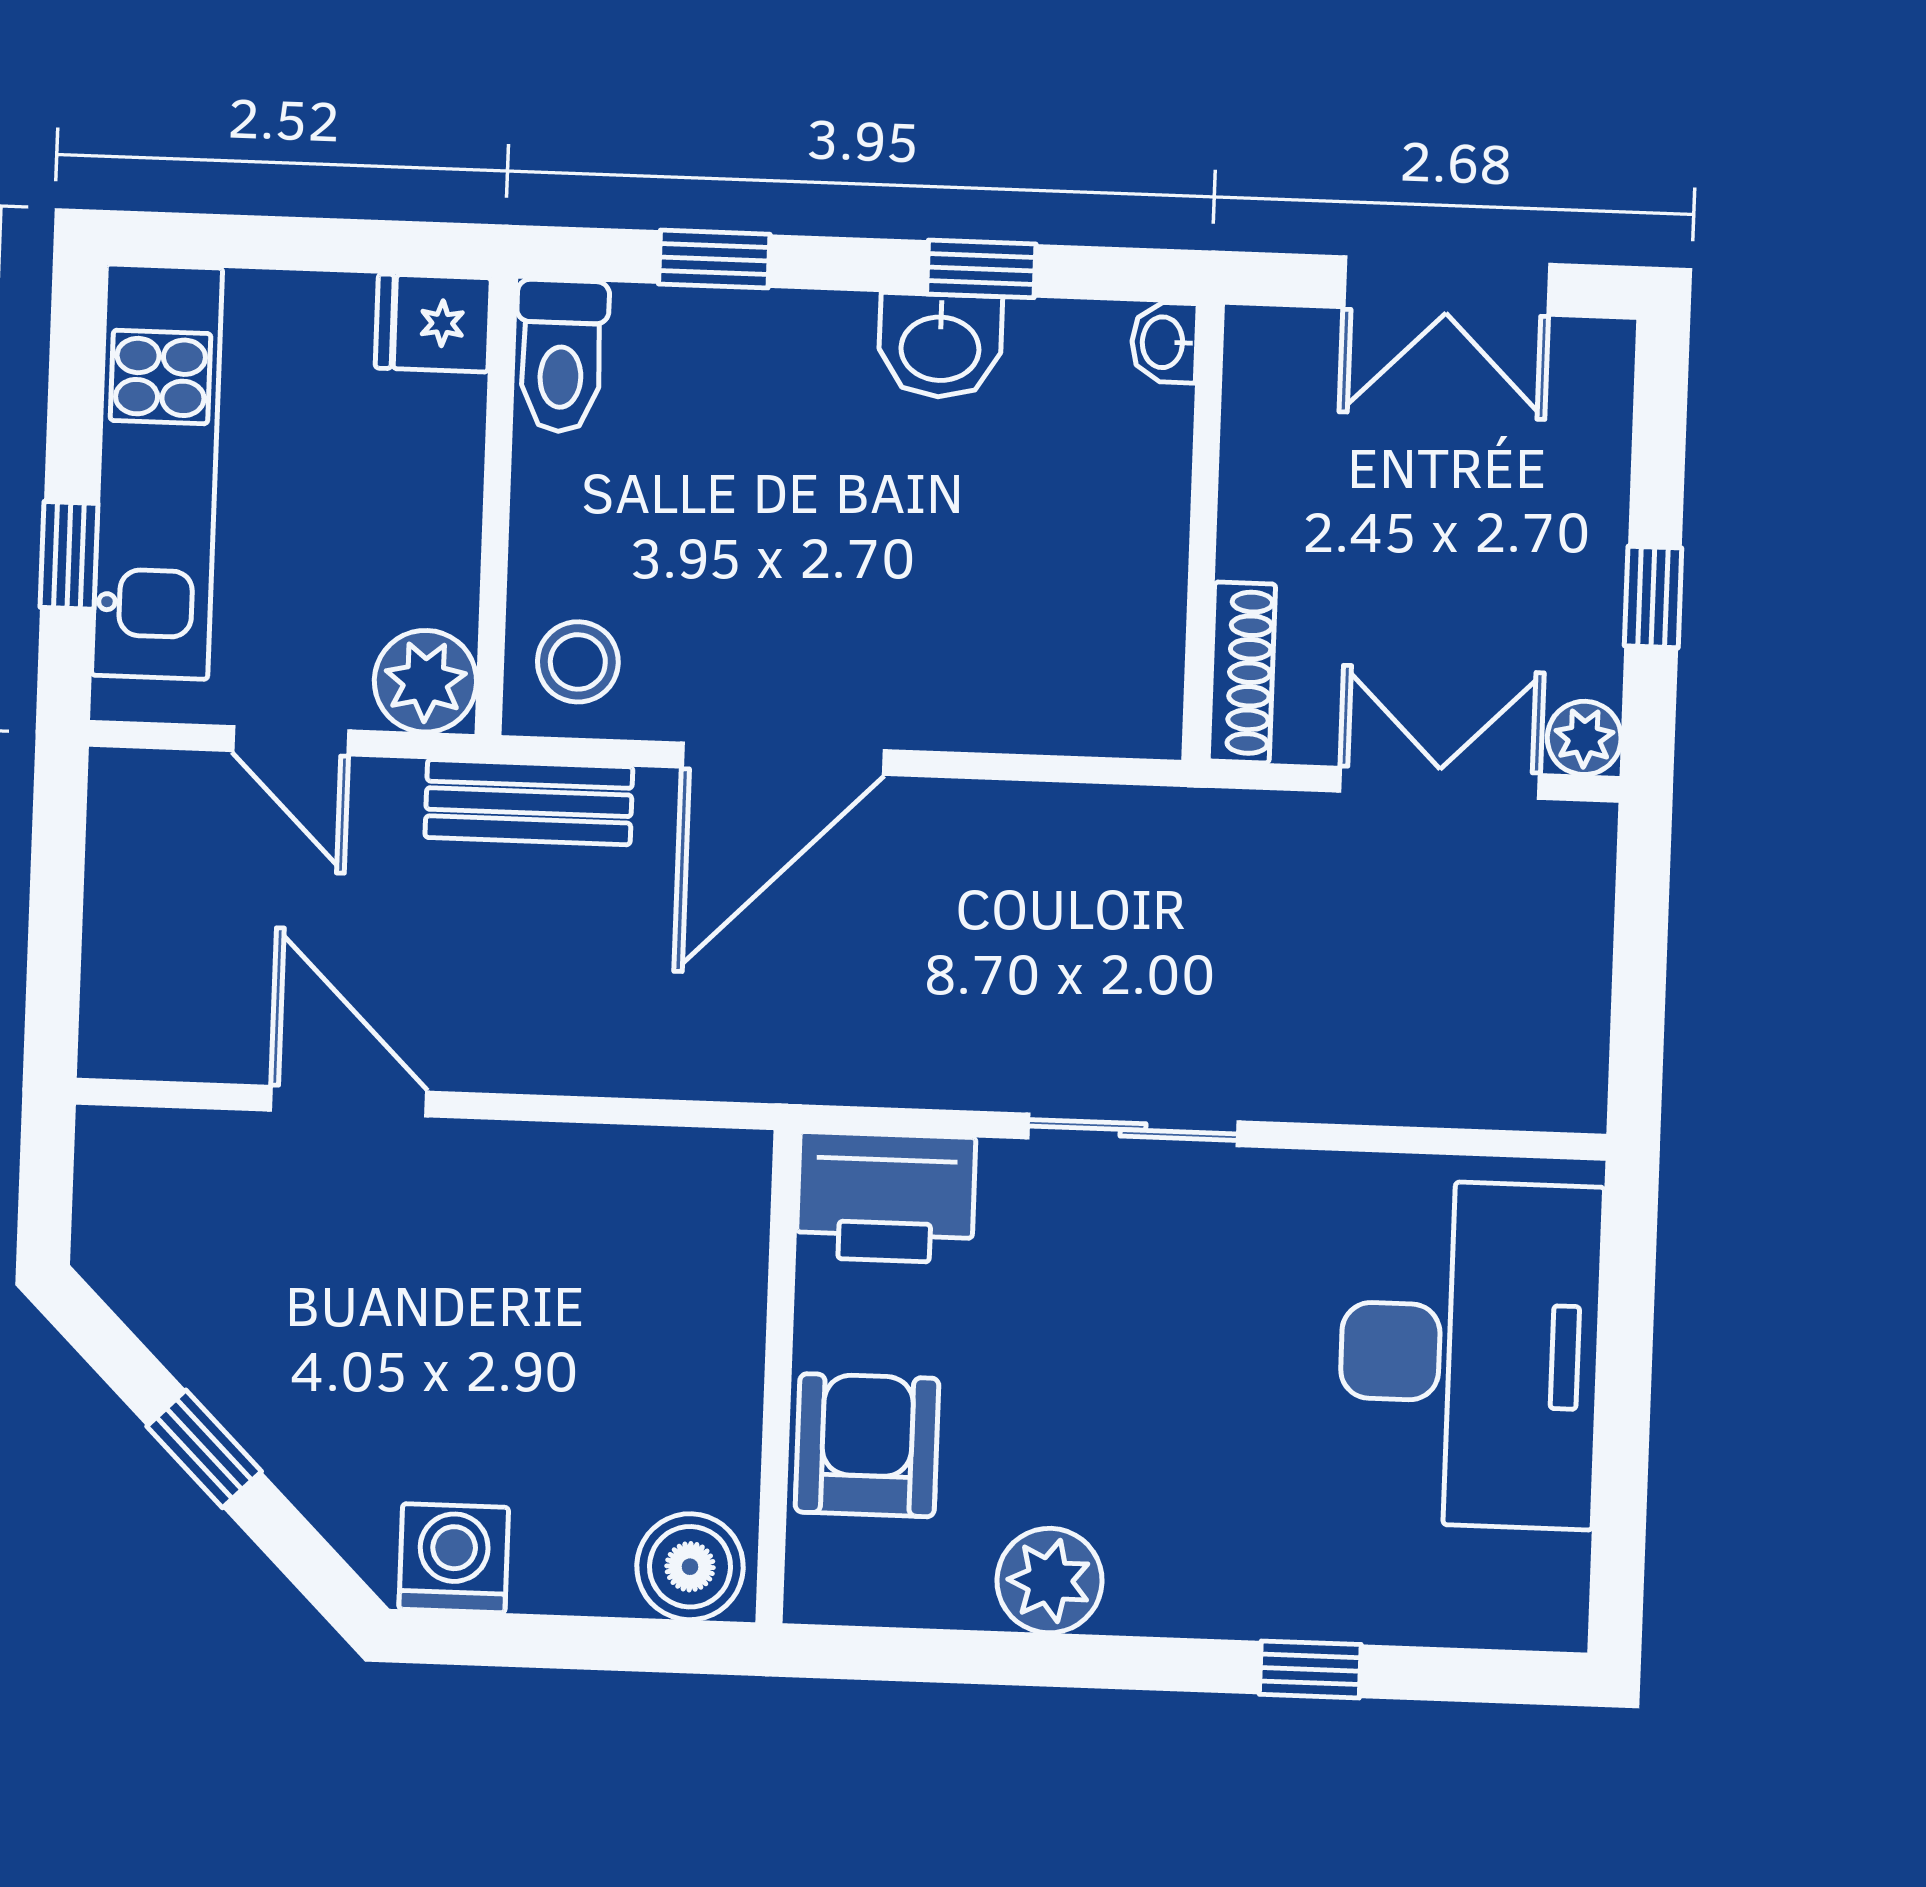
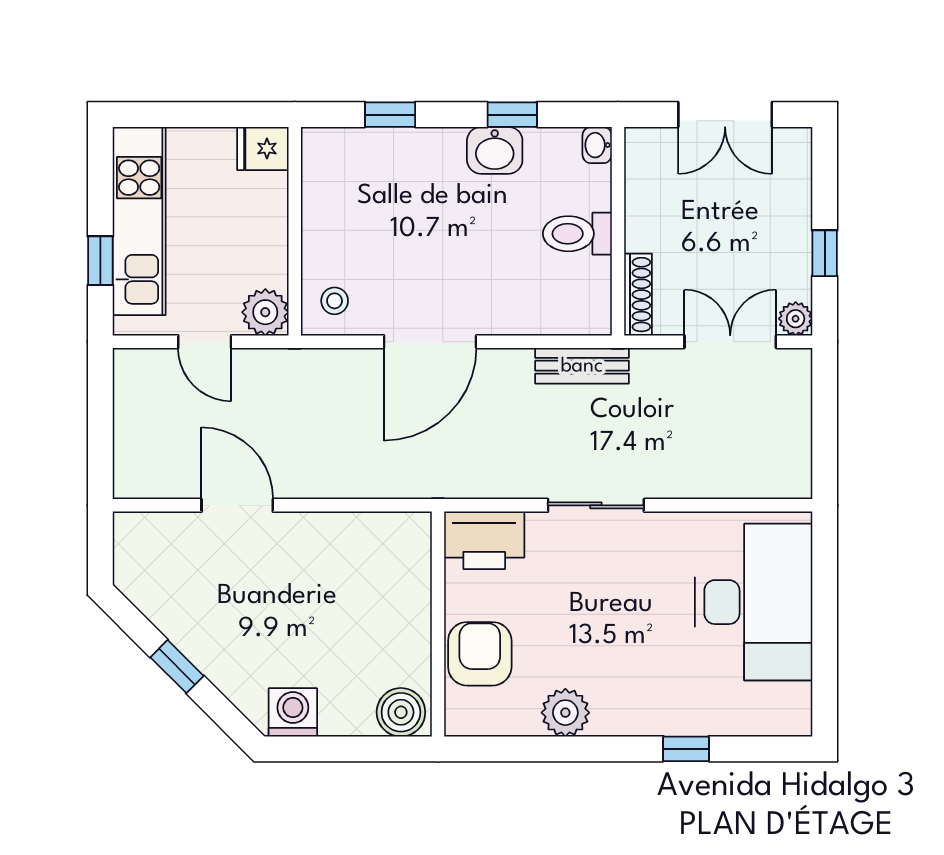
toilet: (561, 356) -> (577, 234), moved, turned 90
stool: (578, 662) -> (335, 301), width x0.73, depth x0.73
bench: (529, 802) -> (582, 366), moved

